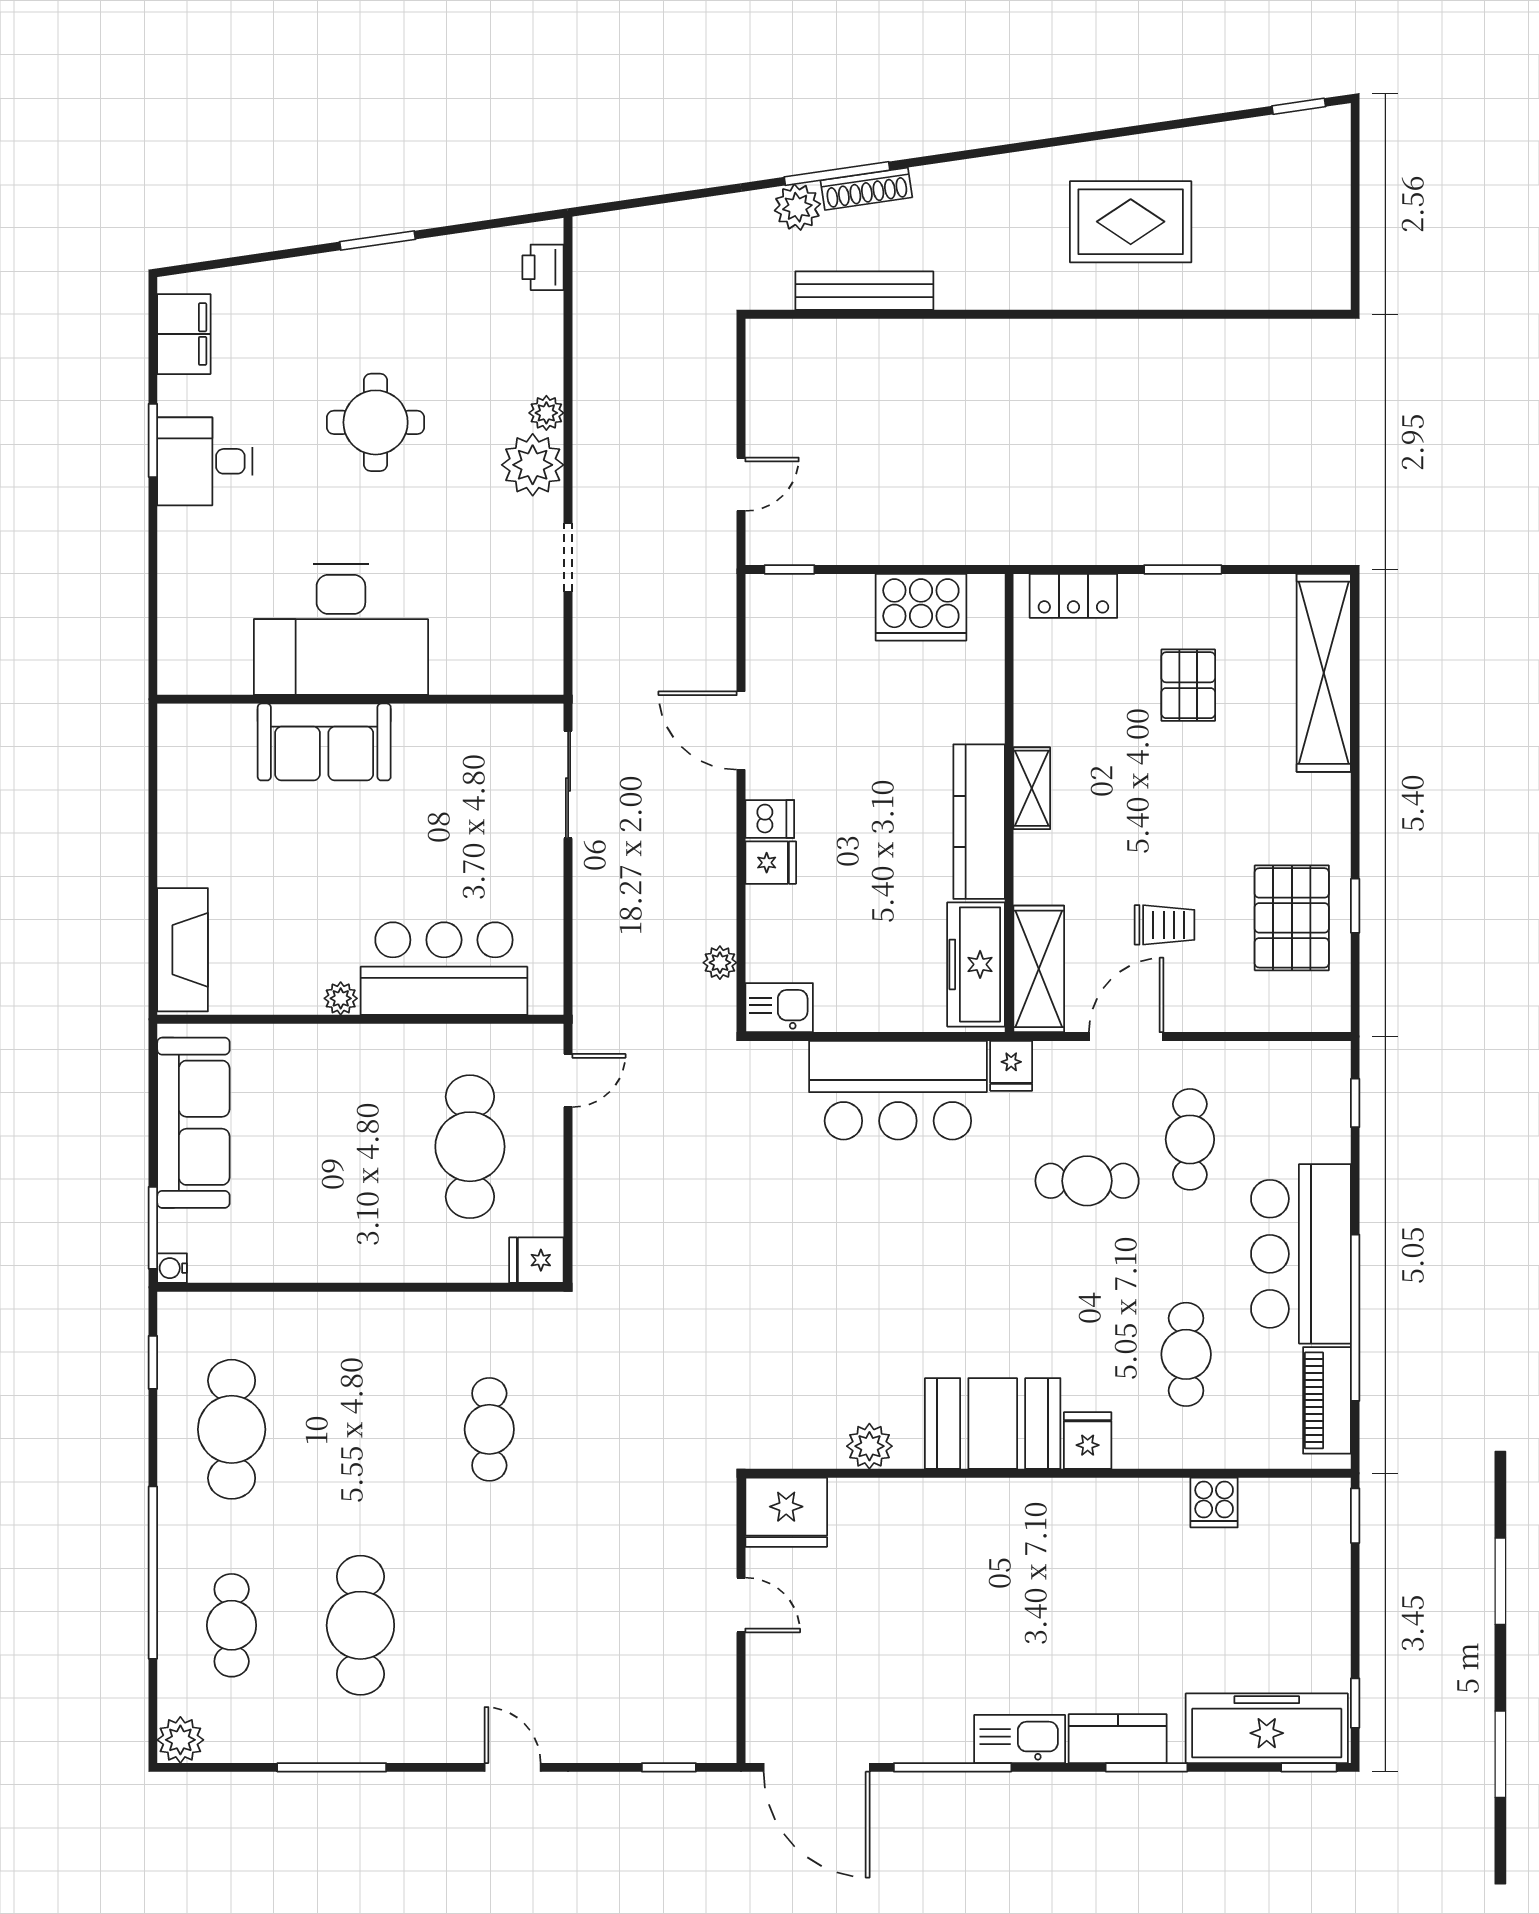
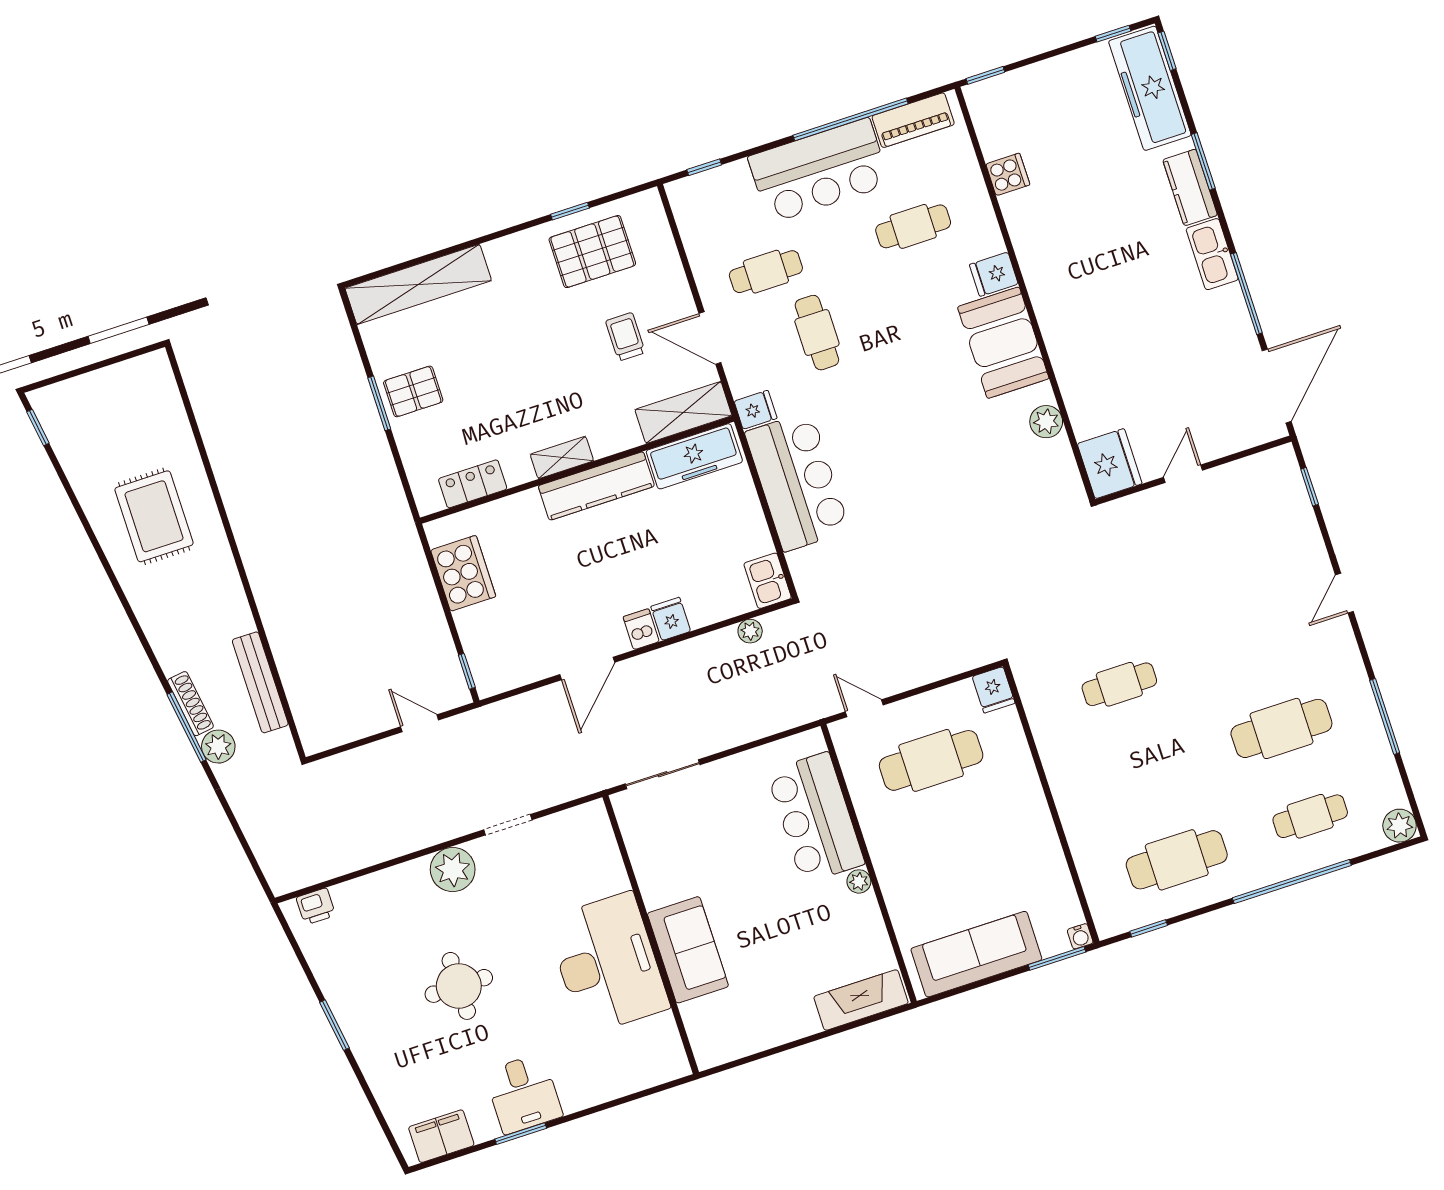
plant: (546, 413) -> (414, 872), removed
locker: (1073, 596) -> (473, 484), moved, turned -90
pallet: (1188, 685) -> (413, 391), moved

